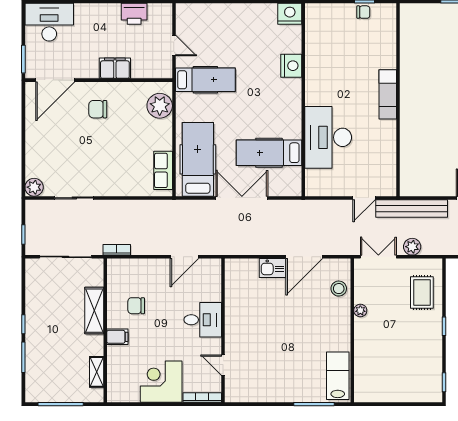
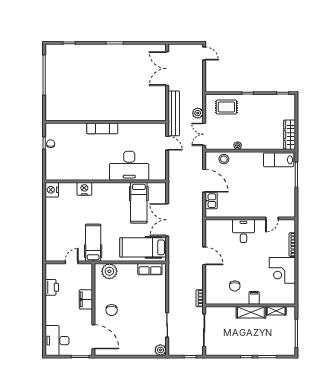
shelving: (94, 311) -> (251, 312), moved
desk: (203, 320) -> (243, 231), moved
wall: (223, 330) -> (250, 218), moved
door: (223, 365) -> (272, 218), moved
wardrobe: (378, 393) -> (290, 135), added

